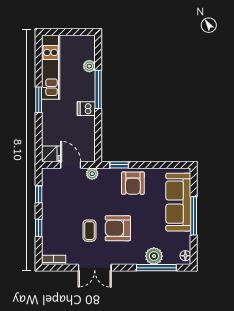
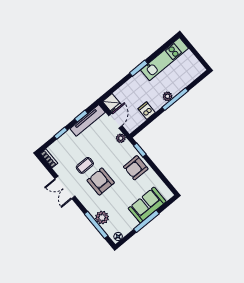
plant: (89, 66) -> (167, 96), moved
dishwasher: (86, 109) -> (147, 111), moved
tv unit: (48, 192) -> (88, 120), added
sofa: (178, 202) -> (147, 205), width x0.73

